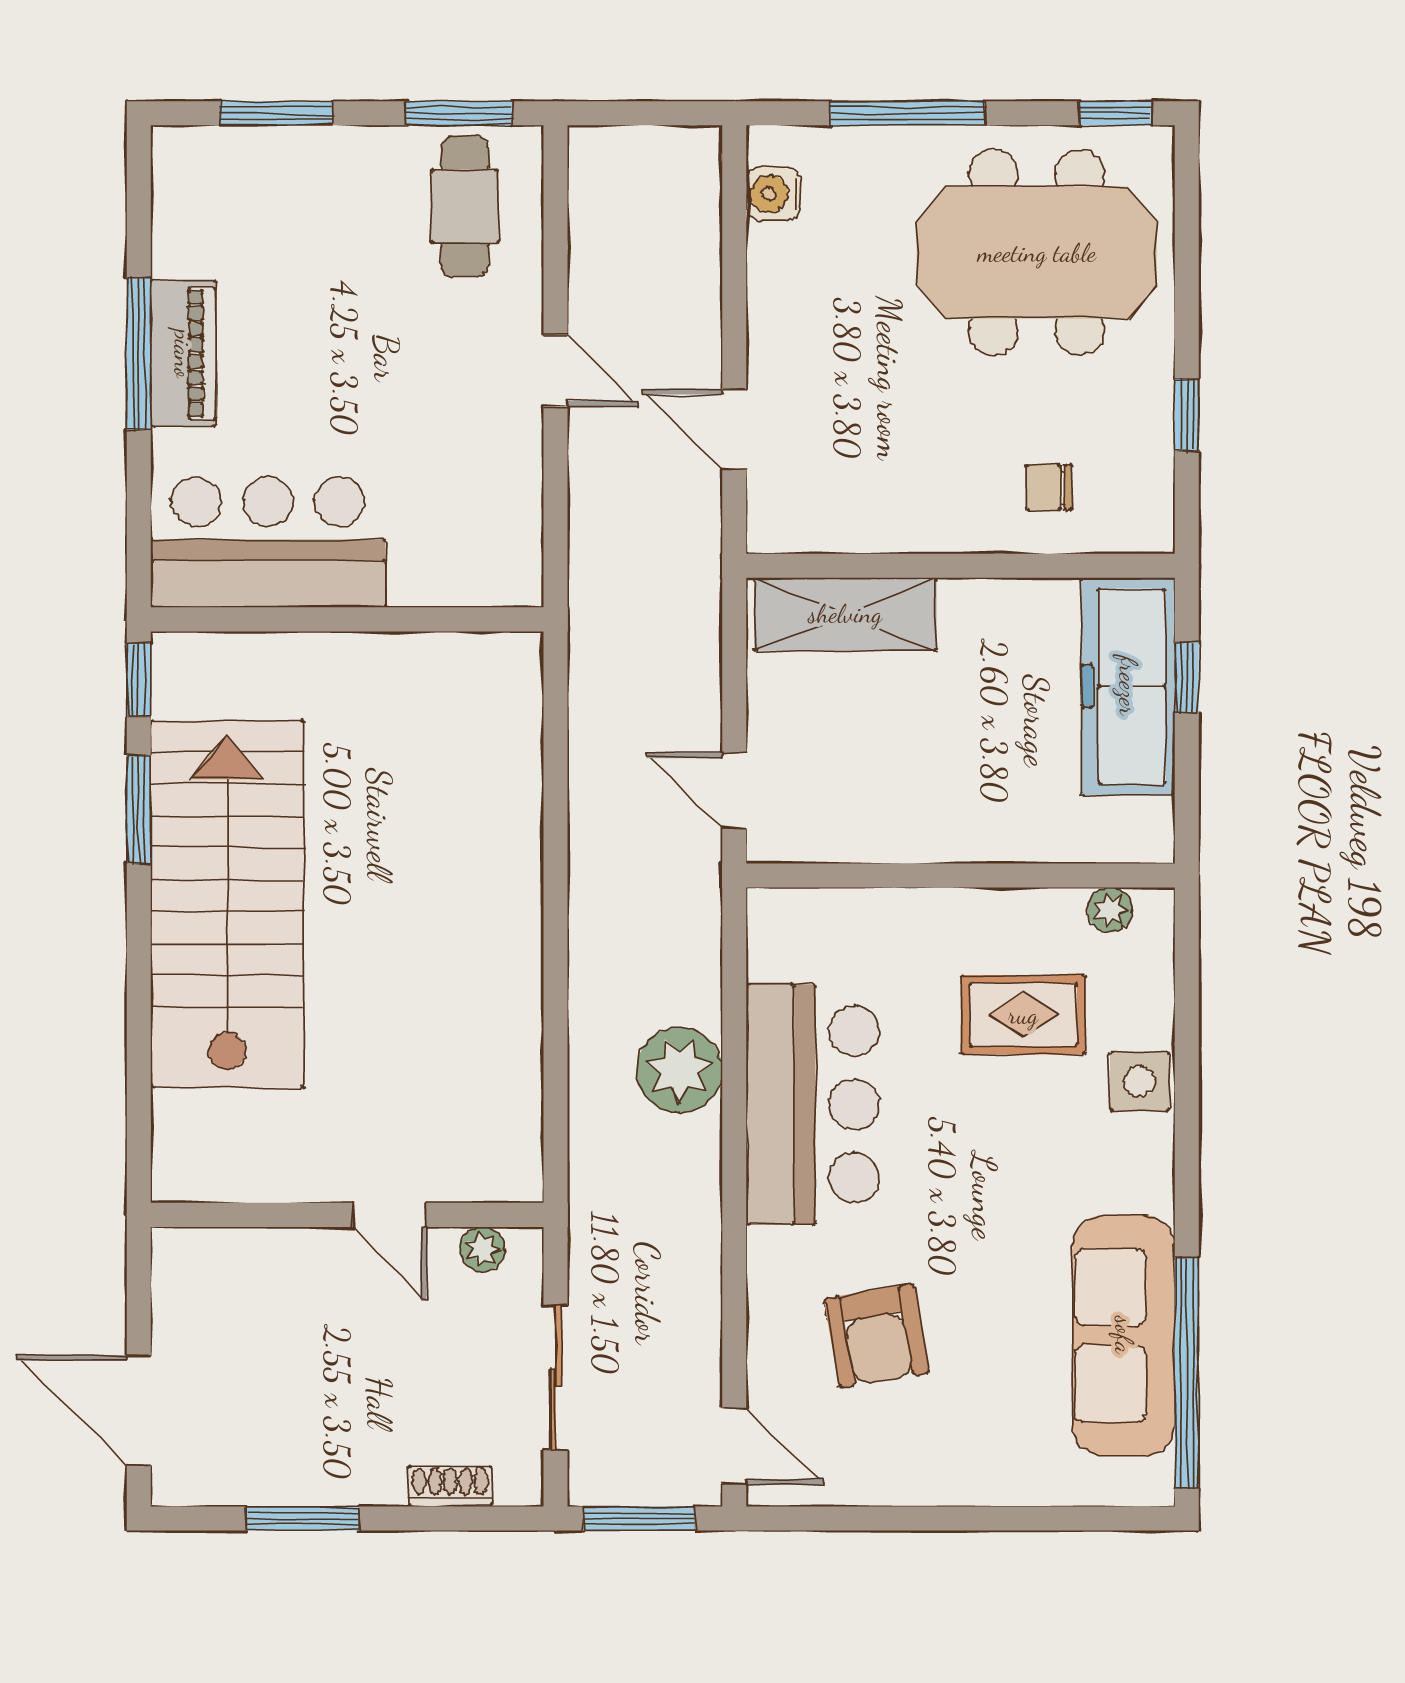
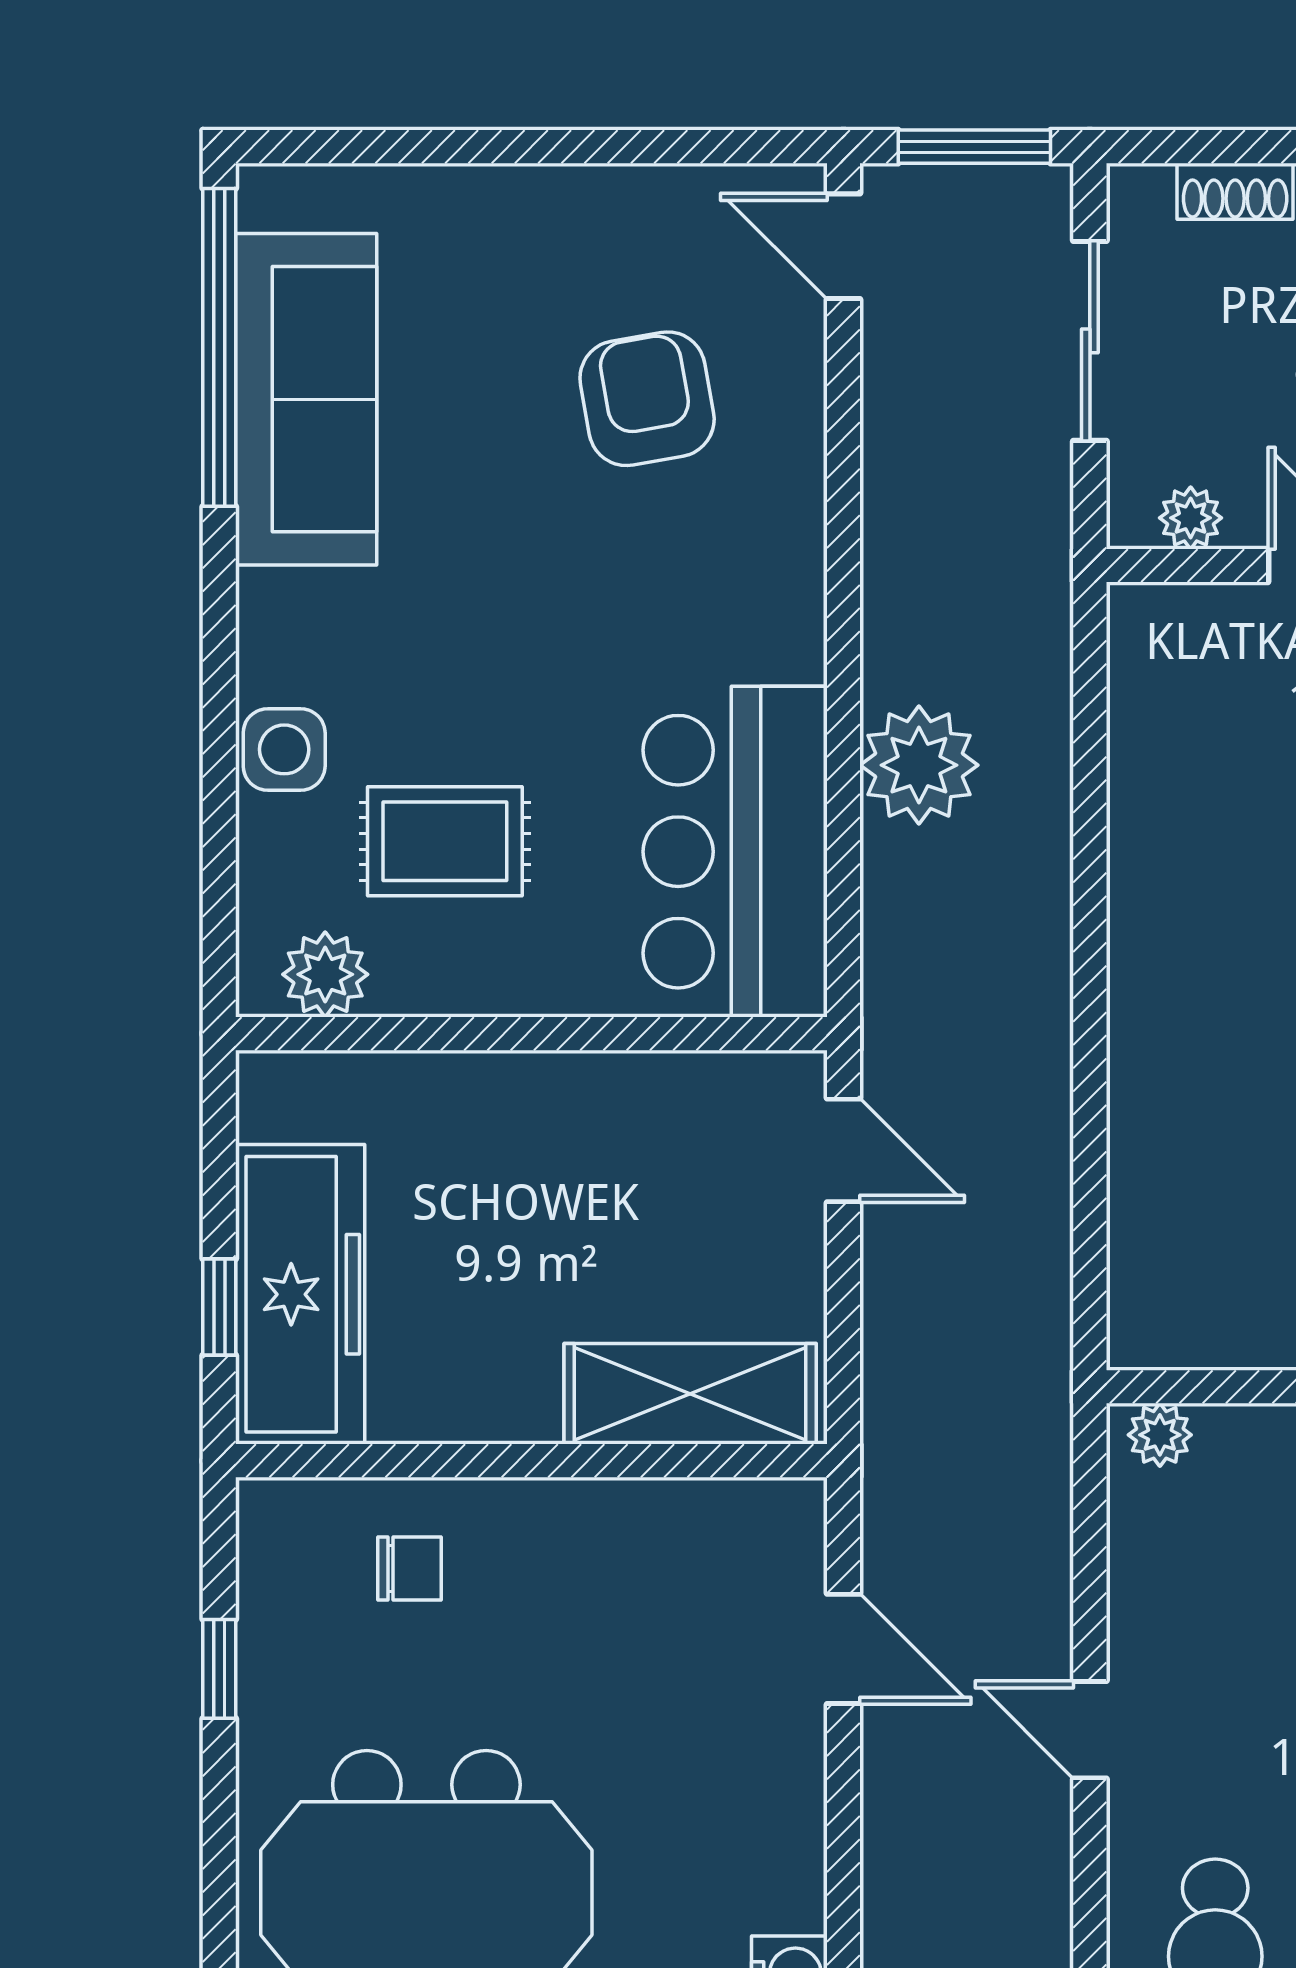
plant: (505, 585) -> (1160, 1435), added
plant: (1110, 910) -> (325, 974), width x1.38, depth x1.38
bar counter: (813, 1104) -> (735, 852), moved

